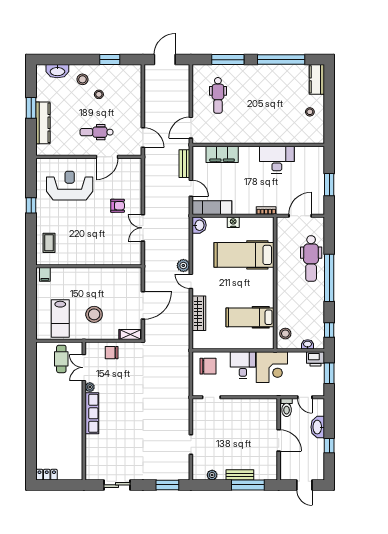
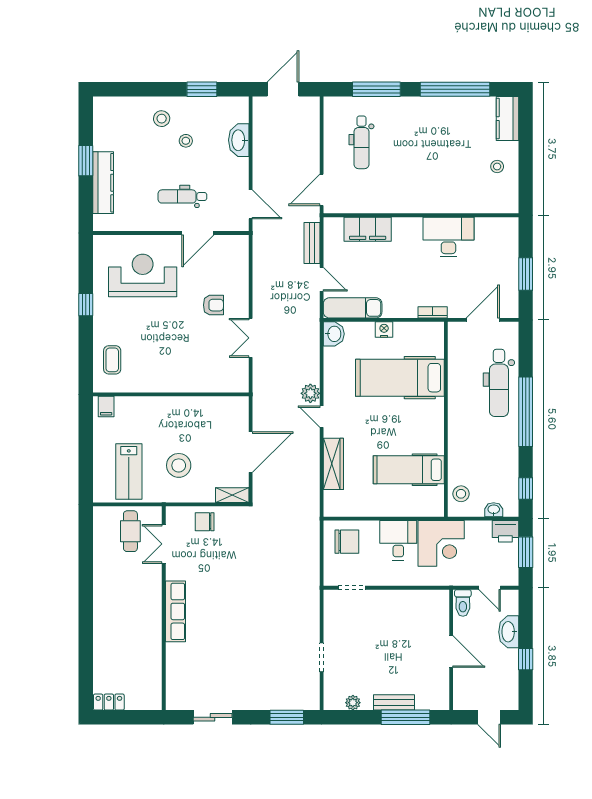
washbasin: (57, 71) -> (239, 140), moved, turned 90
plant: (90, 387) -> (172, 573), removed

